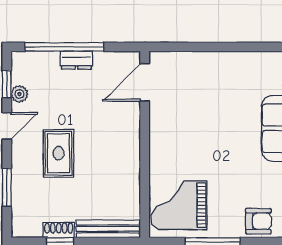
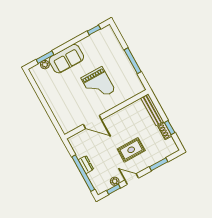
door: (145, 82) -> (92, 122), moved
grand piano: (179, 205) -> (98, 84), moved
armchair: (258, 221) -> (112, 46), removed

